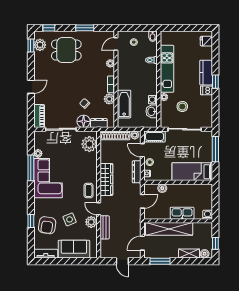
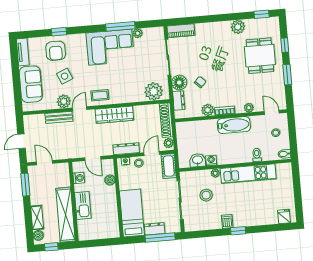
window: (49, 28) -> (285, 45), moved
plant: (40, 45) -> (238, 27), moved
kitchen counter: (206, 73) -> (248, 219), removed
door: (31, 87) -> (214, 18), removed
bathtub: (124, 104) -> (234, 125), moved
dresser: (207, 153) -> (155, 229), added
washing machine: (208, 215) -> (79, 178), moved
armchair: (47, 225) -> (56, 51), turned -99
shelving: (169, 229) -> (65, 215), moved

